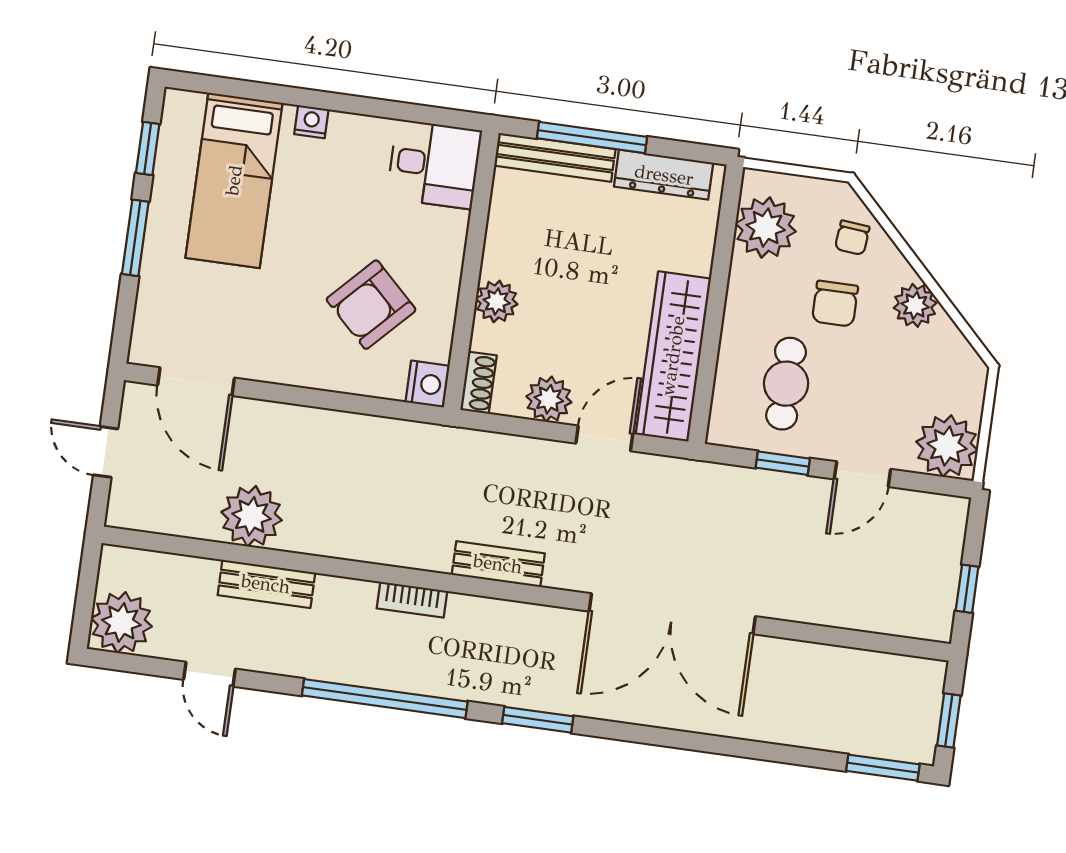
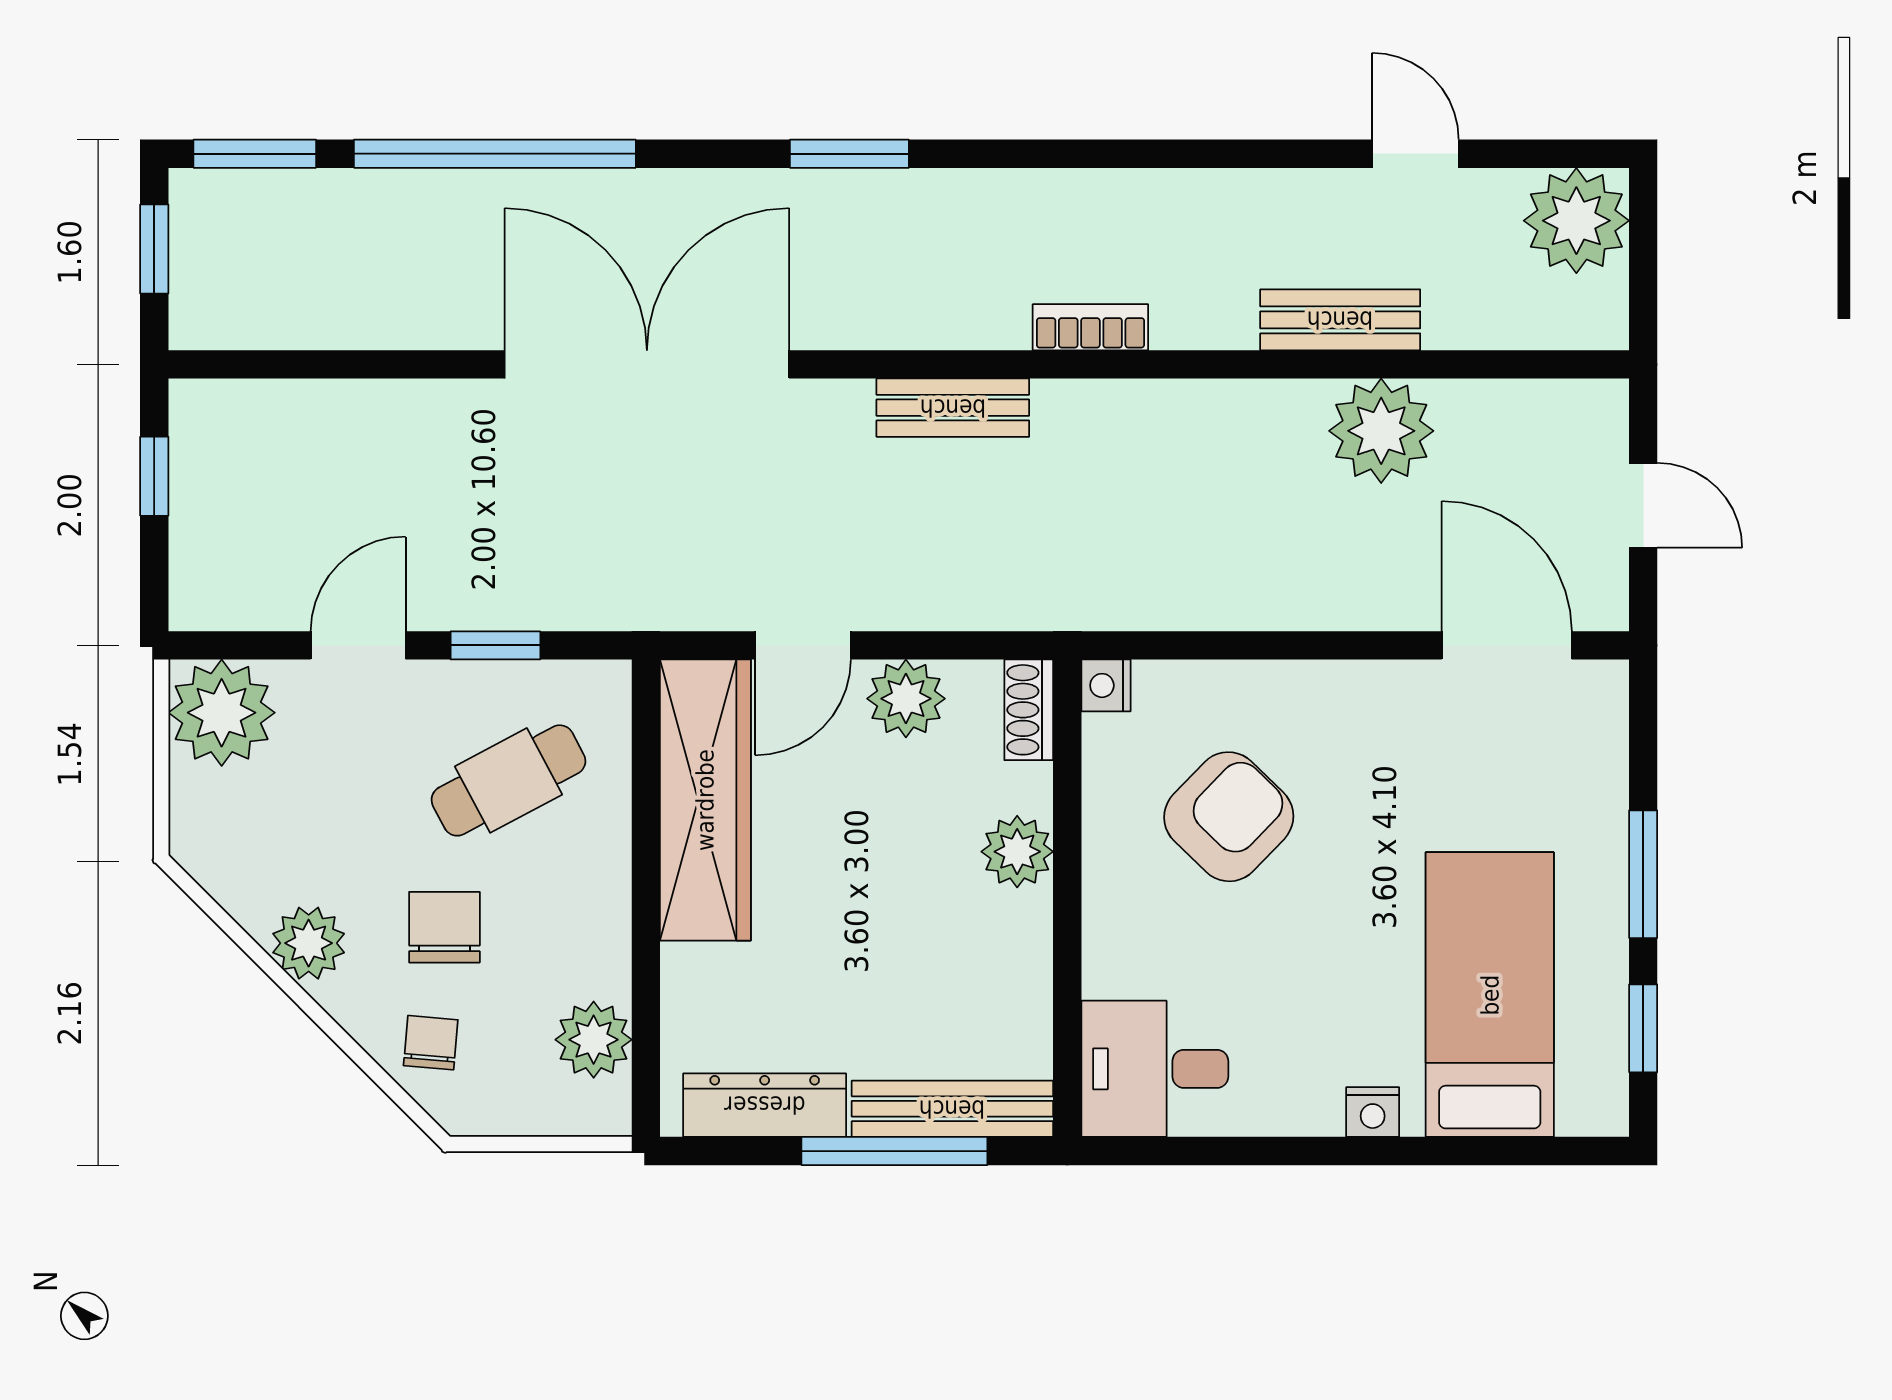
plant: (766, 228) -> (594, 1040), width x0.73, depth x0.73
nightstand: (428, 384) -> (1106, 685), width x0.72, depth x0.74
cafe table: (786, 384) -> (508, 780), turned 62
window: (385, 699) -> (495, 154), moved

